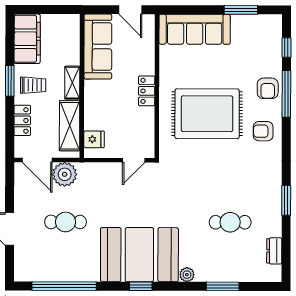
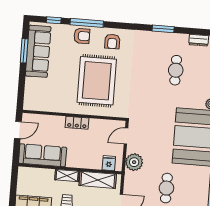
sofa: (195, 29) -> (38, 51), moved
door: (134, 160) -> (126, 136), swing flipped
plant: (65, 174) -> (134, 162), moved

